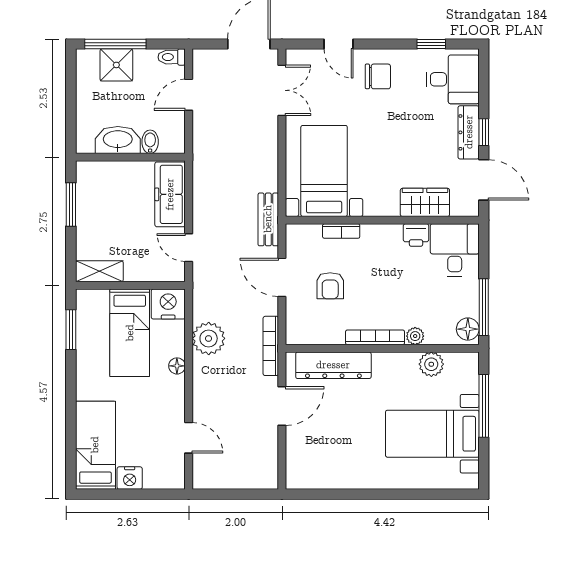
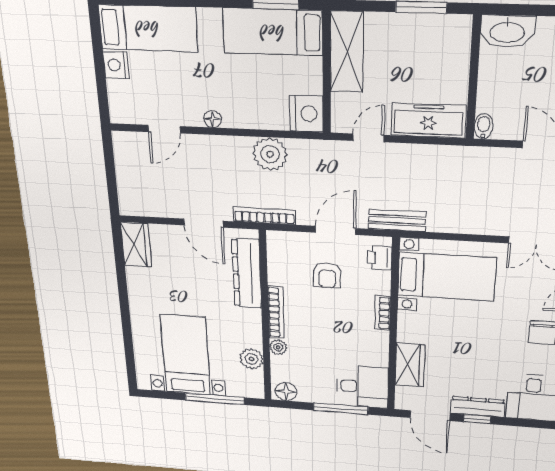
washbasin: (118, 140) -> (507, 31), moved, turned 90
bidet: (150, 142) -> (484, 126), moved, turned -90
door: (484, 180) -> (430, 416), hinge flipped
bookcase: (341, 231) -> (383, 313), moved
printer: (416, 235) -> (380, 258), moved
shelving: (99, 271) -> (347, 52), width x1.50, depth x1.33
armchair: (330, 286) -> (327, 275), turned -90
window: (484, 307) -> (341, 409), moved
bed: (130, 333) -> (273, 32), moved
floor lamp: (177, 366) -> (213, 119), moved
wardrobe: (309, 476) -> (136, 245), added

